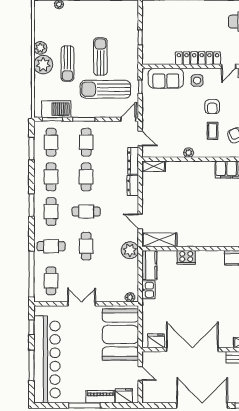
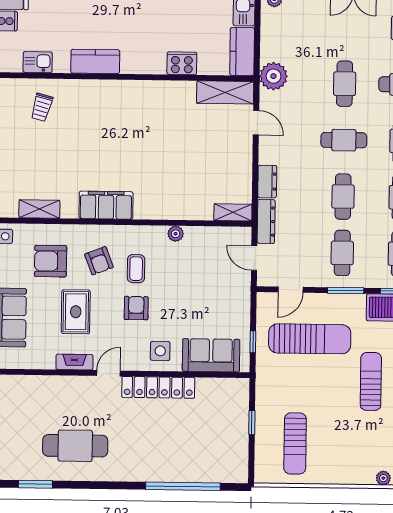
sun lounger: (100, 57) -> (295, 443), moved
door: (128, 119) -> (291, 290), moved

